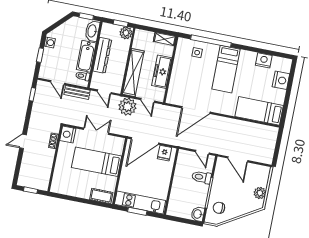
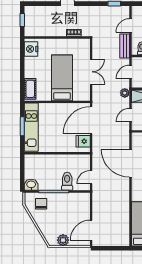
plant: (127, 107) -> (125, 93), width x0.53, depth x0.53
nightstand: (68, 134) -> (31, 49), moved, turned -90
door: (145, 141) -> (91, 120), hinge flipped
door: (238, 159) -> (91, 230), moved

